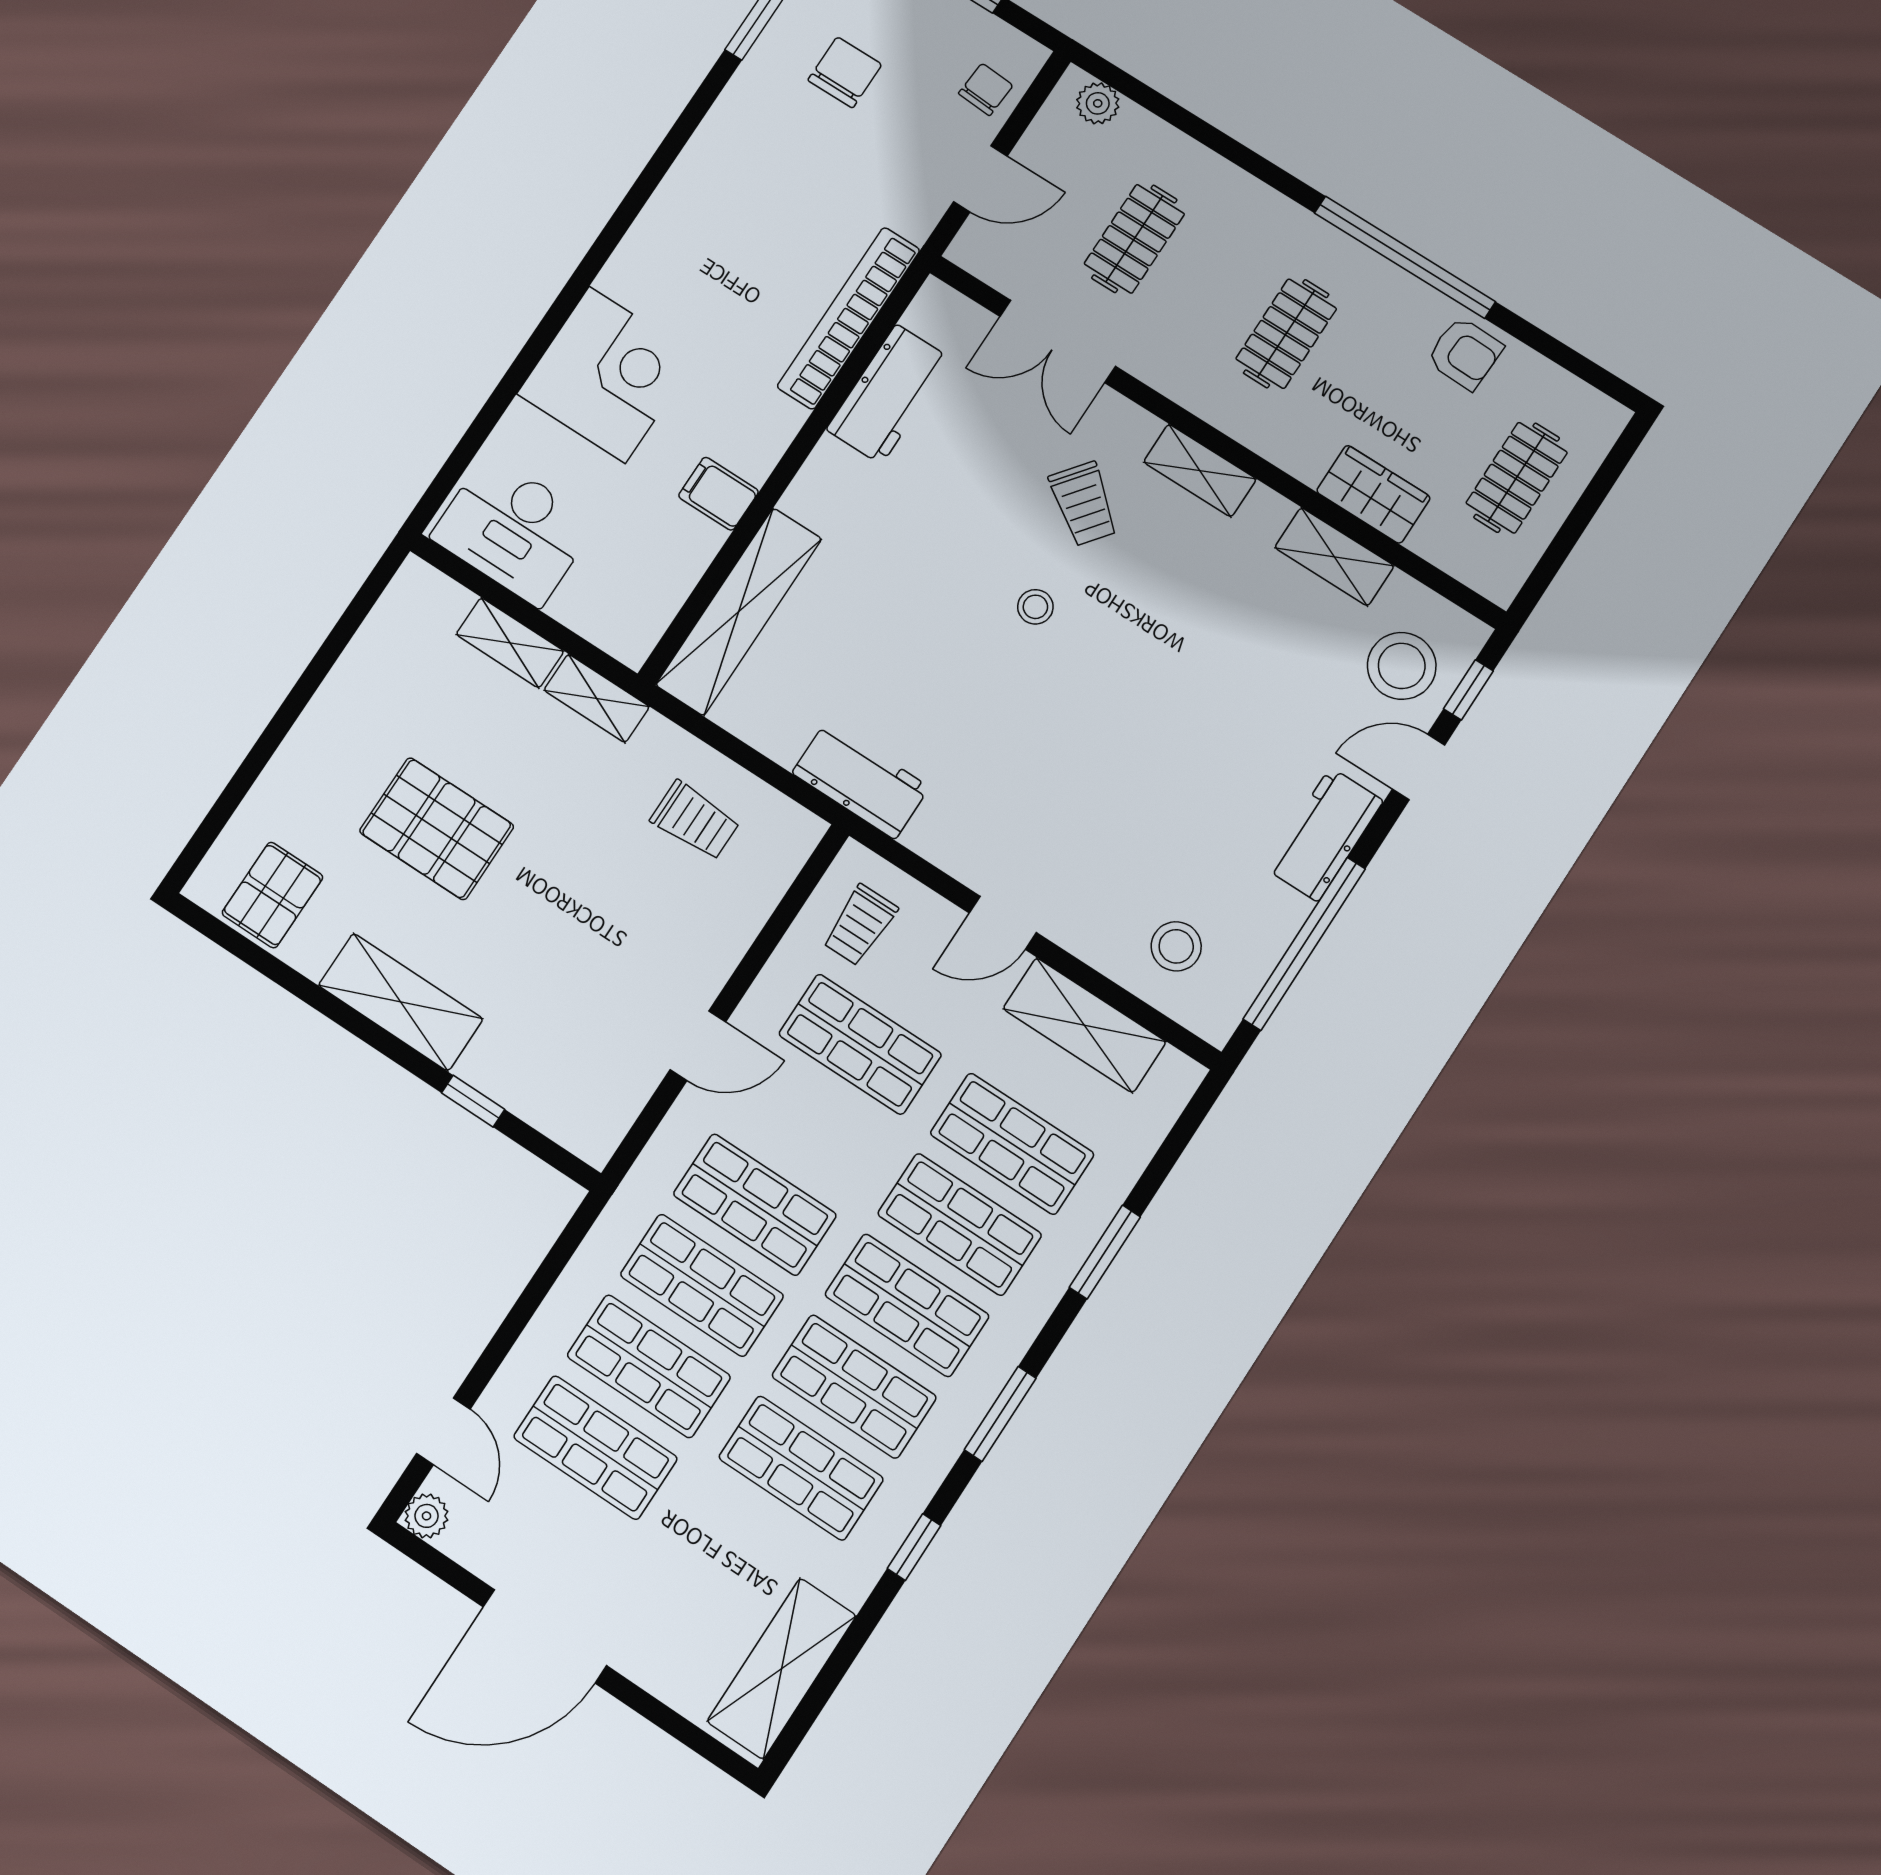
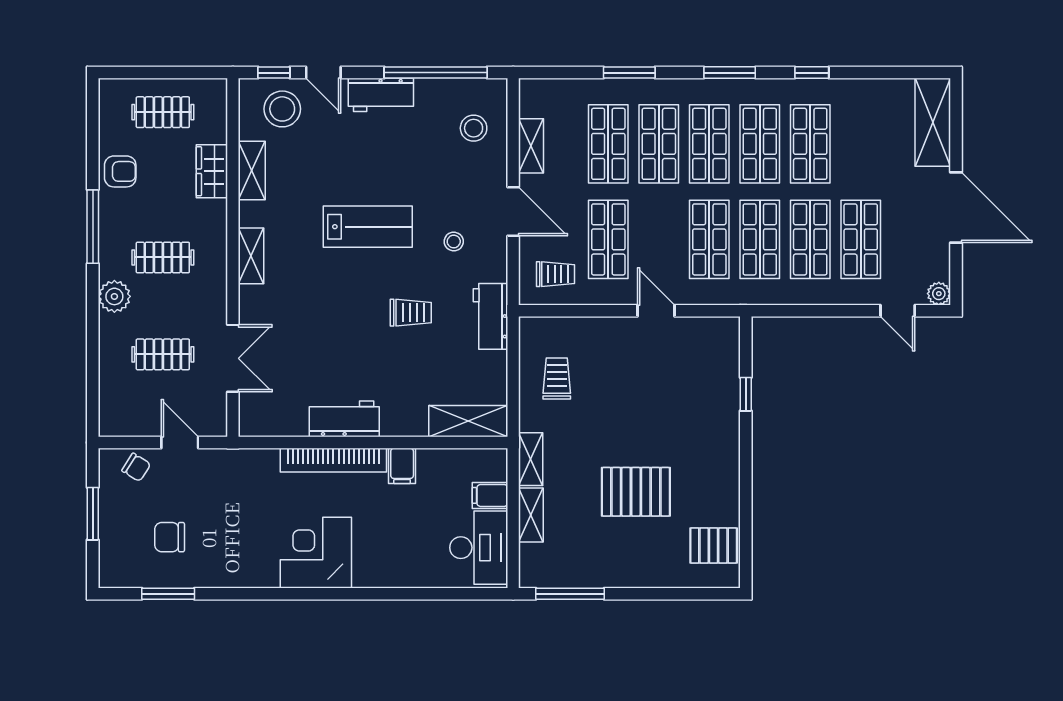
chair: (986, 89) -> (136, 467), turned -152
plant: (1098, 103) -> (114, 296), moved, width x1.38, depth x1.38
window: (1405, 257) -> (93, 227), width x0.68
bookcase: (848, 318) -> (333, 460), moved
armchair: (1465, 353) -> (120, 171), turned 88
corner desk: (607, 375) -> (316, 553), moved
workbench: (889, 394) -> (344, 419), moved
trolley: (1084, 504) -> (411, 313), moved, turned 52
filing cabinet: (582, 599) -> (490, 495), added
stool: (1035, 607) -> (454, 242), moved
shelving: (739, 612) -> (468, 421), width x0.68
window: (348, 624) -> (570, 594), added
lab bench: (1128, 680) -> (368, 227), added
pallet: (437, 829) -> (636, 492), turned 90
door: (1003, 923) -> (513, 212), width x1.38
shelving: (401, 1002) -> (723, 456), removed
shelving: (1084, 1025) -> (531, 146), width x0.67, depth x0.75
door: (443, 1431) -> (898, 311), swing flipped
shelving: (782, 1669) -> (933, 122), moved, turned 90

